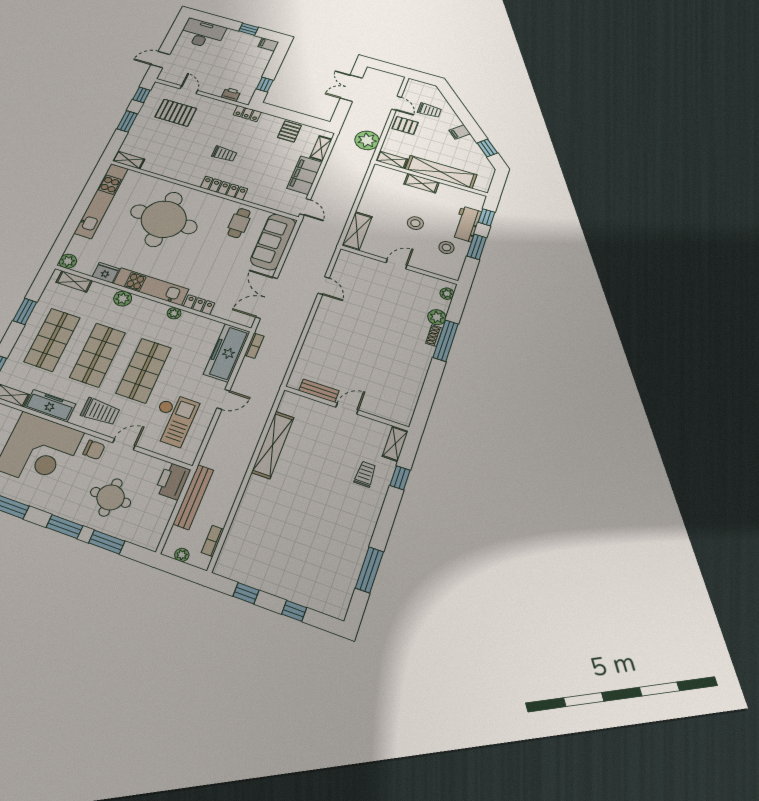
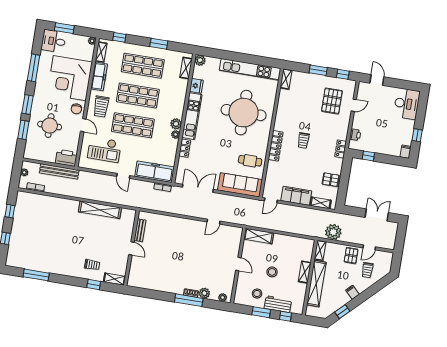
plant: (123, 299) -> (176, 124), moved

